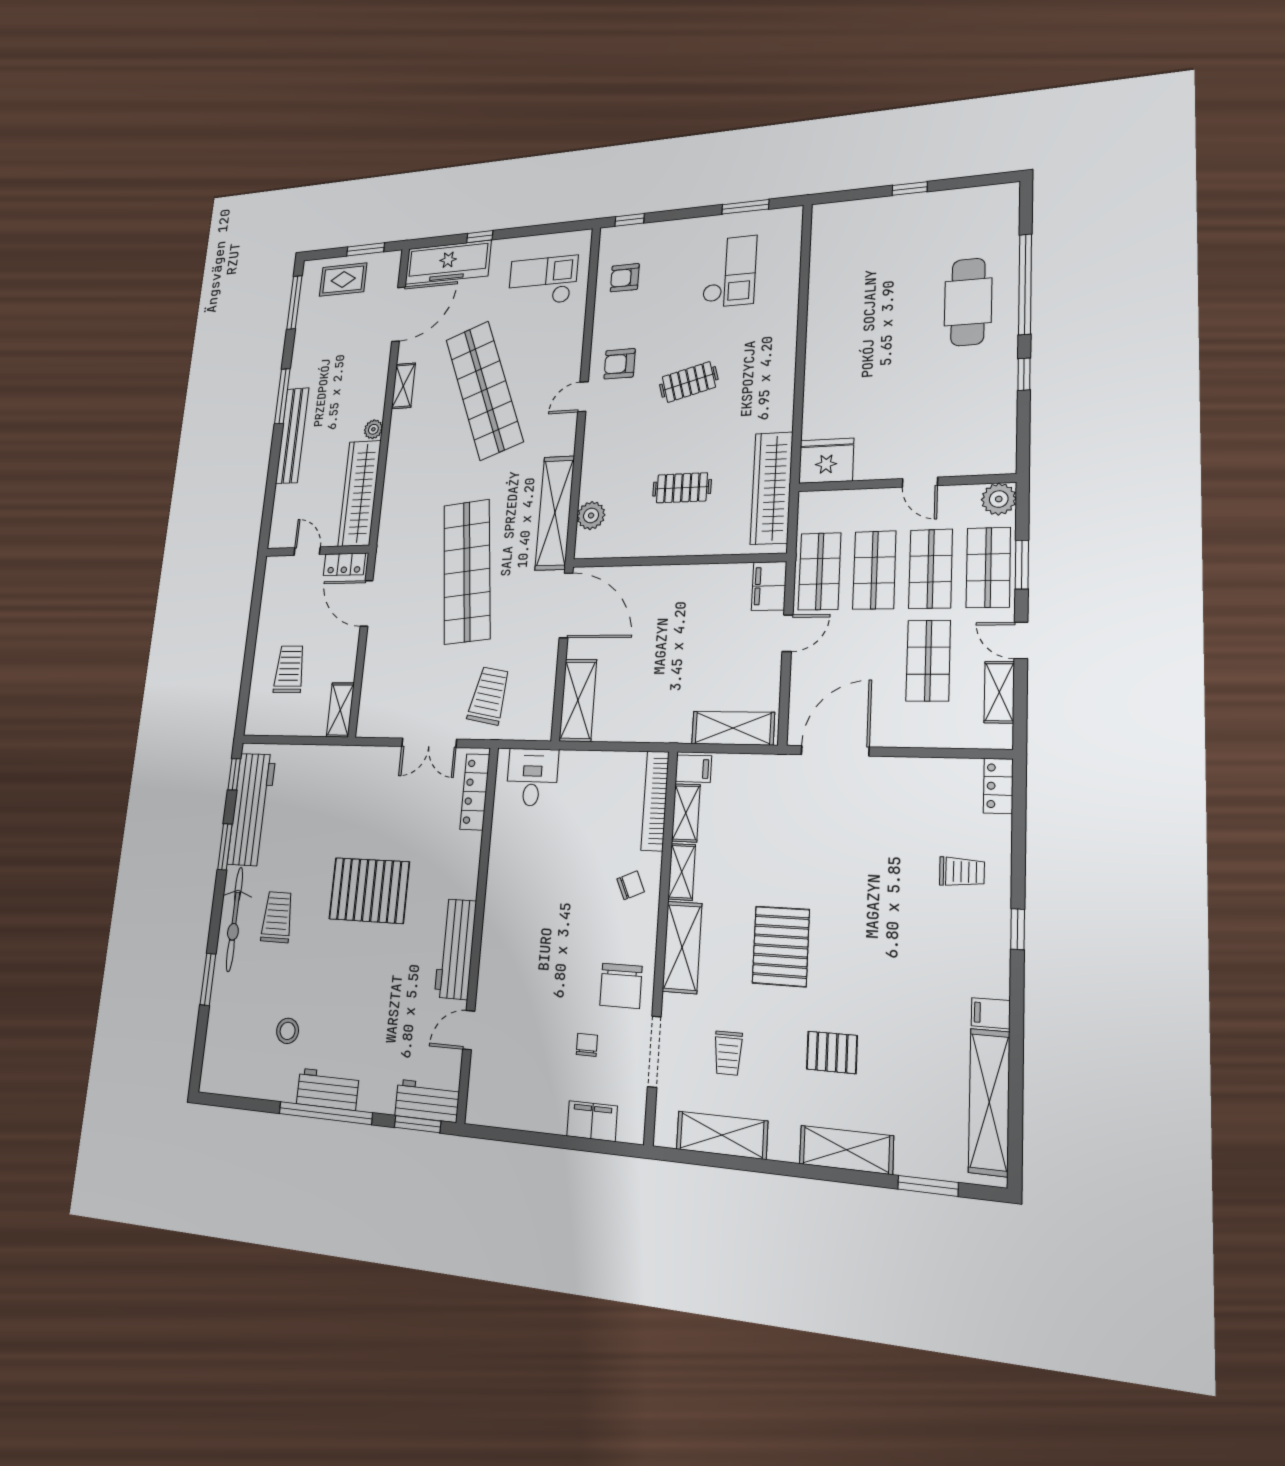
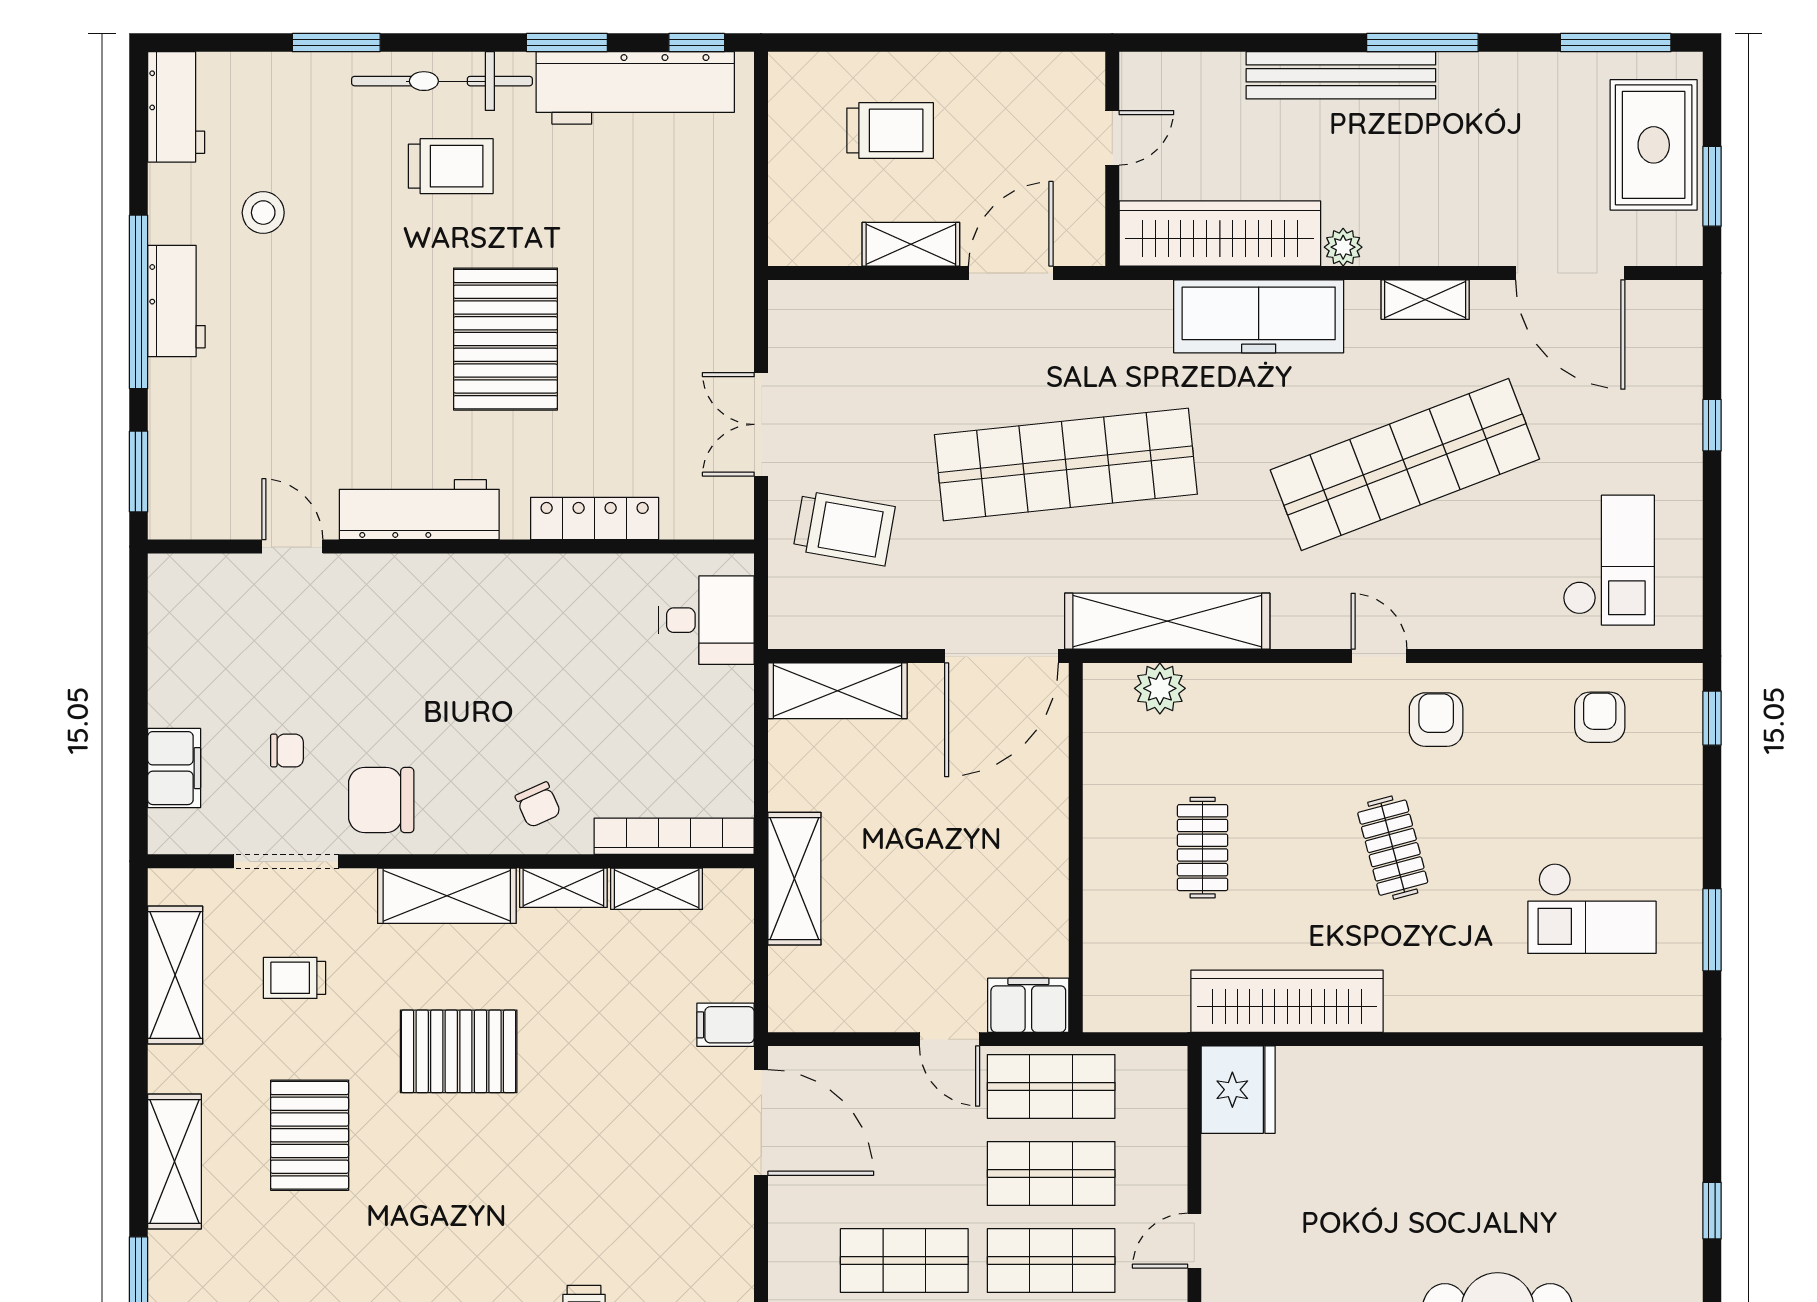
freezer: (448, 262) -> (1259, 316), moved, turned -90
rug: (343, 279) -> (1654, 145), width x1.36, depth x1.43
wardrobe: (772, 488) -> (1287, 1001), moved
locker: (344, 564) -> (1085, 219), removed
shelving: (340, 710) -> (911, 244), moved
shelving: (733, 728) -> (794, 879), moved
filing cabinet: (693, 769) -> (726, 1025), moved, turned 90
locker: (475, 792) -> (595, 519), moved
pallet: (832, 1052) -> (310, 1135), width x1.50, depth x1.42
workbench: (427, 1101) -> (176, 107), moved

